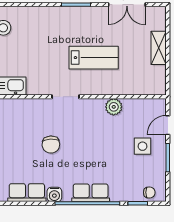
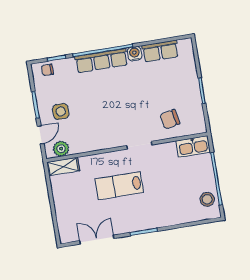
shelving: (159, 48) -> (63, 166), moved, turned 90
plant: (114, 107) -> (61, 149), moved
chair: (51, 145) -> (170, 119), moved, turned -98
row of seats: (91, 193) -> (101, 61), width x1.48

